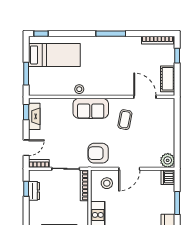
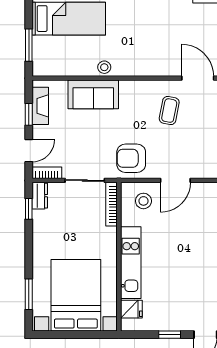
sofa: (91, 108) -> (93, 94), moved
window: (26, 112) -> (29, 114), moved
dresser: (34, 191) -> (40, 196), moved

